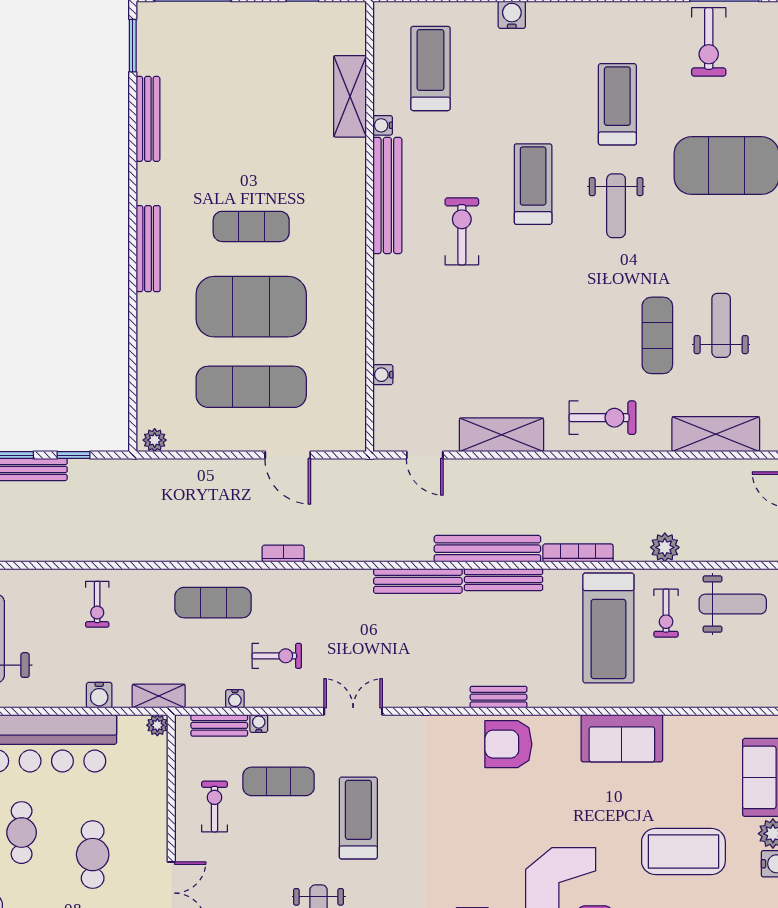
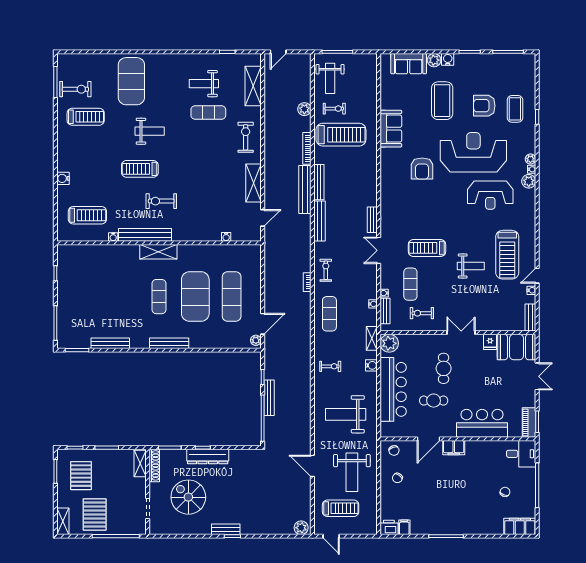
treadmill: (430, 68) -> (87, 215), turned 180
shelving: (350, 96) -> (158, 252), moved
treadmill: (617, 104) -> (86, 117), moved, turned 180
door: (288, 455) -> (263, 324), moved
weight bench: (733, 604) -> (330, 78), turned 180
exercise bike: (277, 656) -> (326, 270), moved
bench: (499, 697) -> (372, 220), moved
plant: (157, 725) -> (389, 343), width x1.87, depth x1.87
armchair: (508, 744) -> (422, 169), moved
cafe table: (93, 855) -> (444, 368), turned 90

